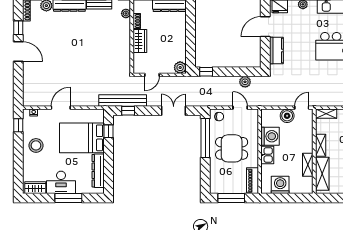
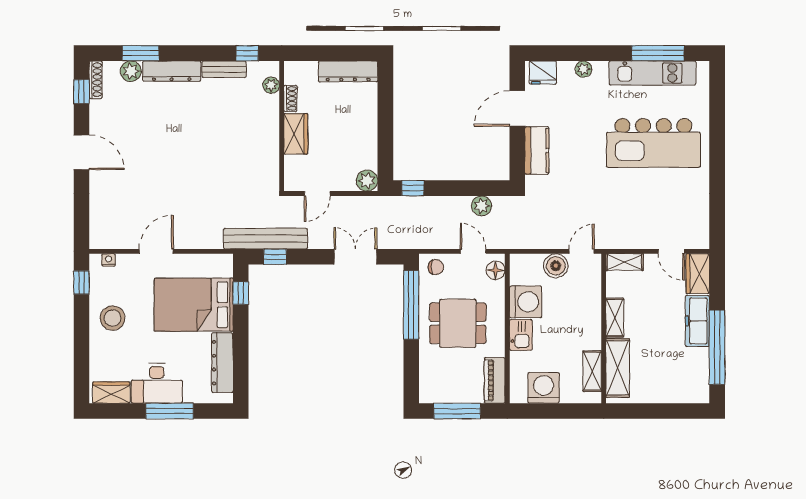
window: (18, 28) -> (81, 92), moved
floor lamp: (253, 118) -> (496, 270), added
shelving: (308, 165) -> (592, 371), moved

